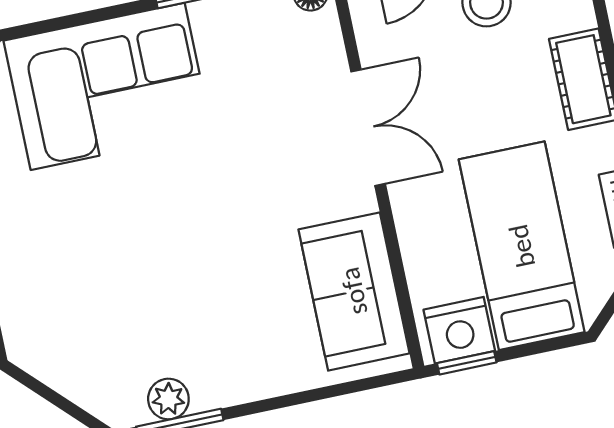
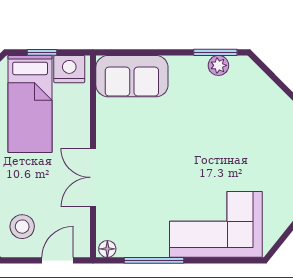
sofa: (354, 291) -> (132, 76), moved, turned 90
window: (467, 363) -> (42, 52), moved

